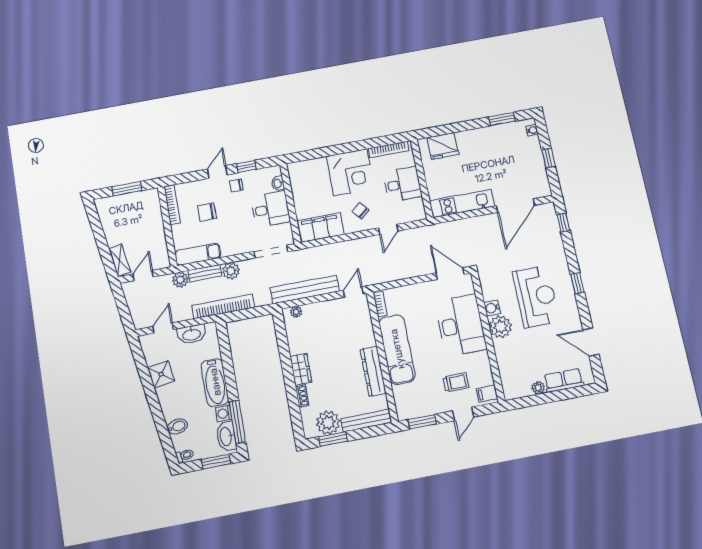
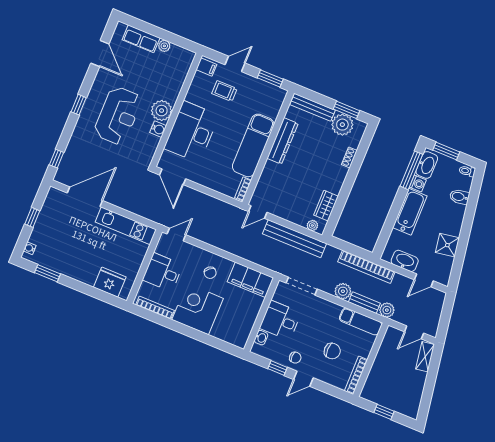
window: (127, 189) -> (384, 412), width x0.67
door: (388, 229) -> (176, 234), moved
reception desk: (536, 296) -> (118, 116), turned 180
wardrobe: (301, 369) -> (326, 206), moved

